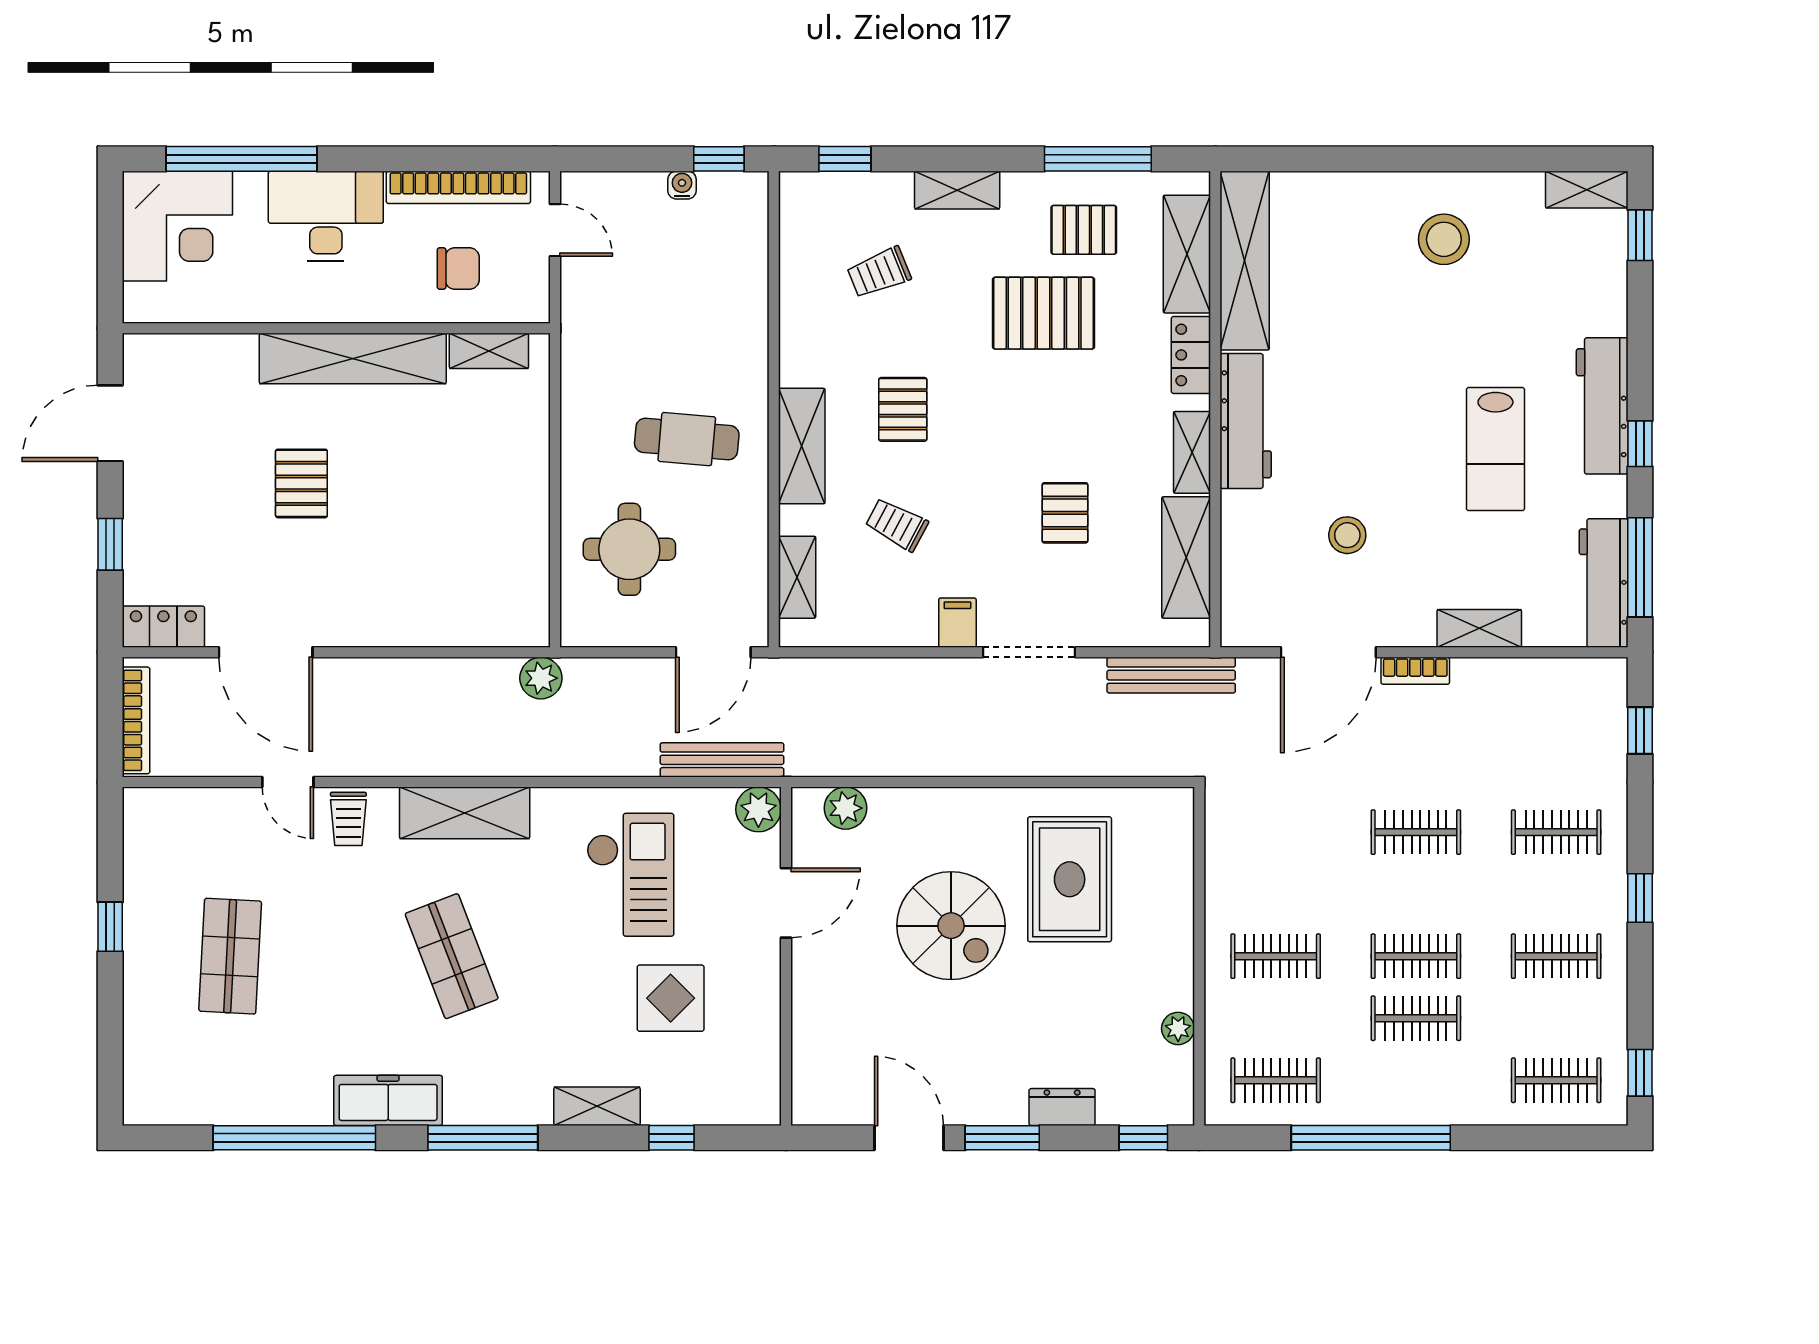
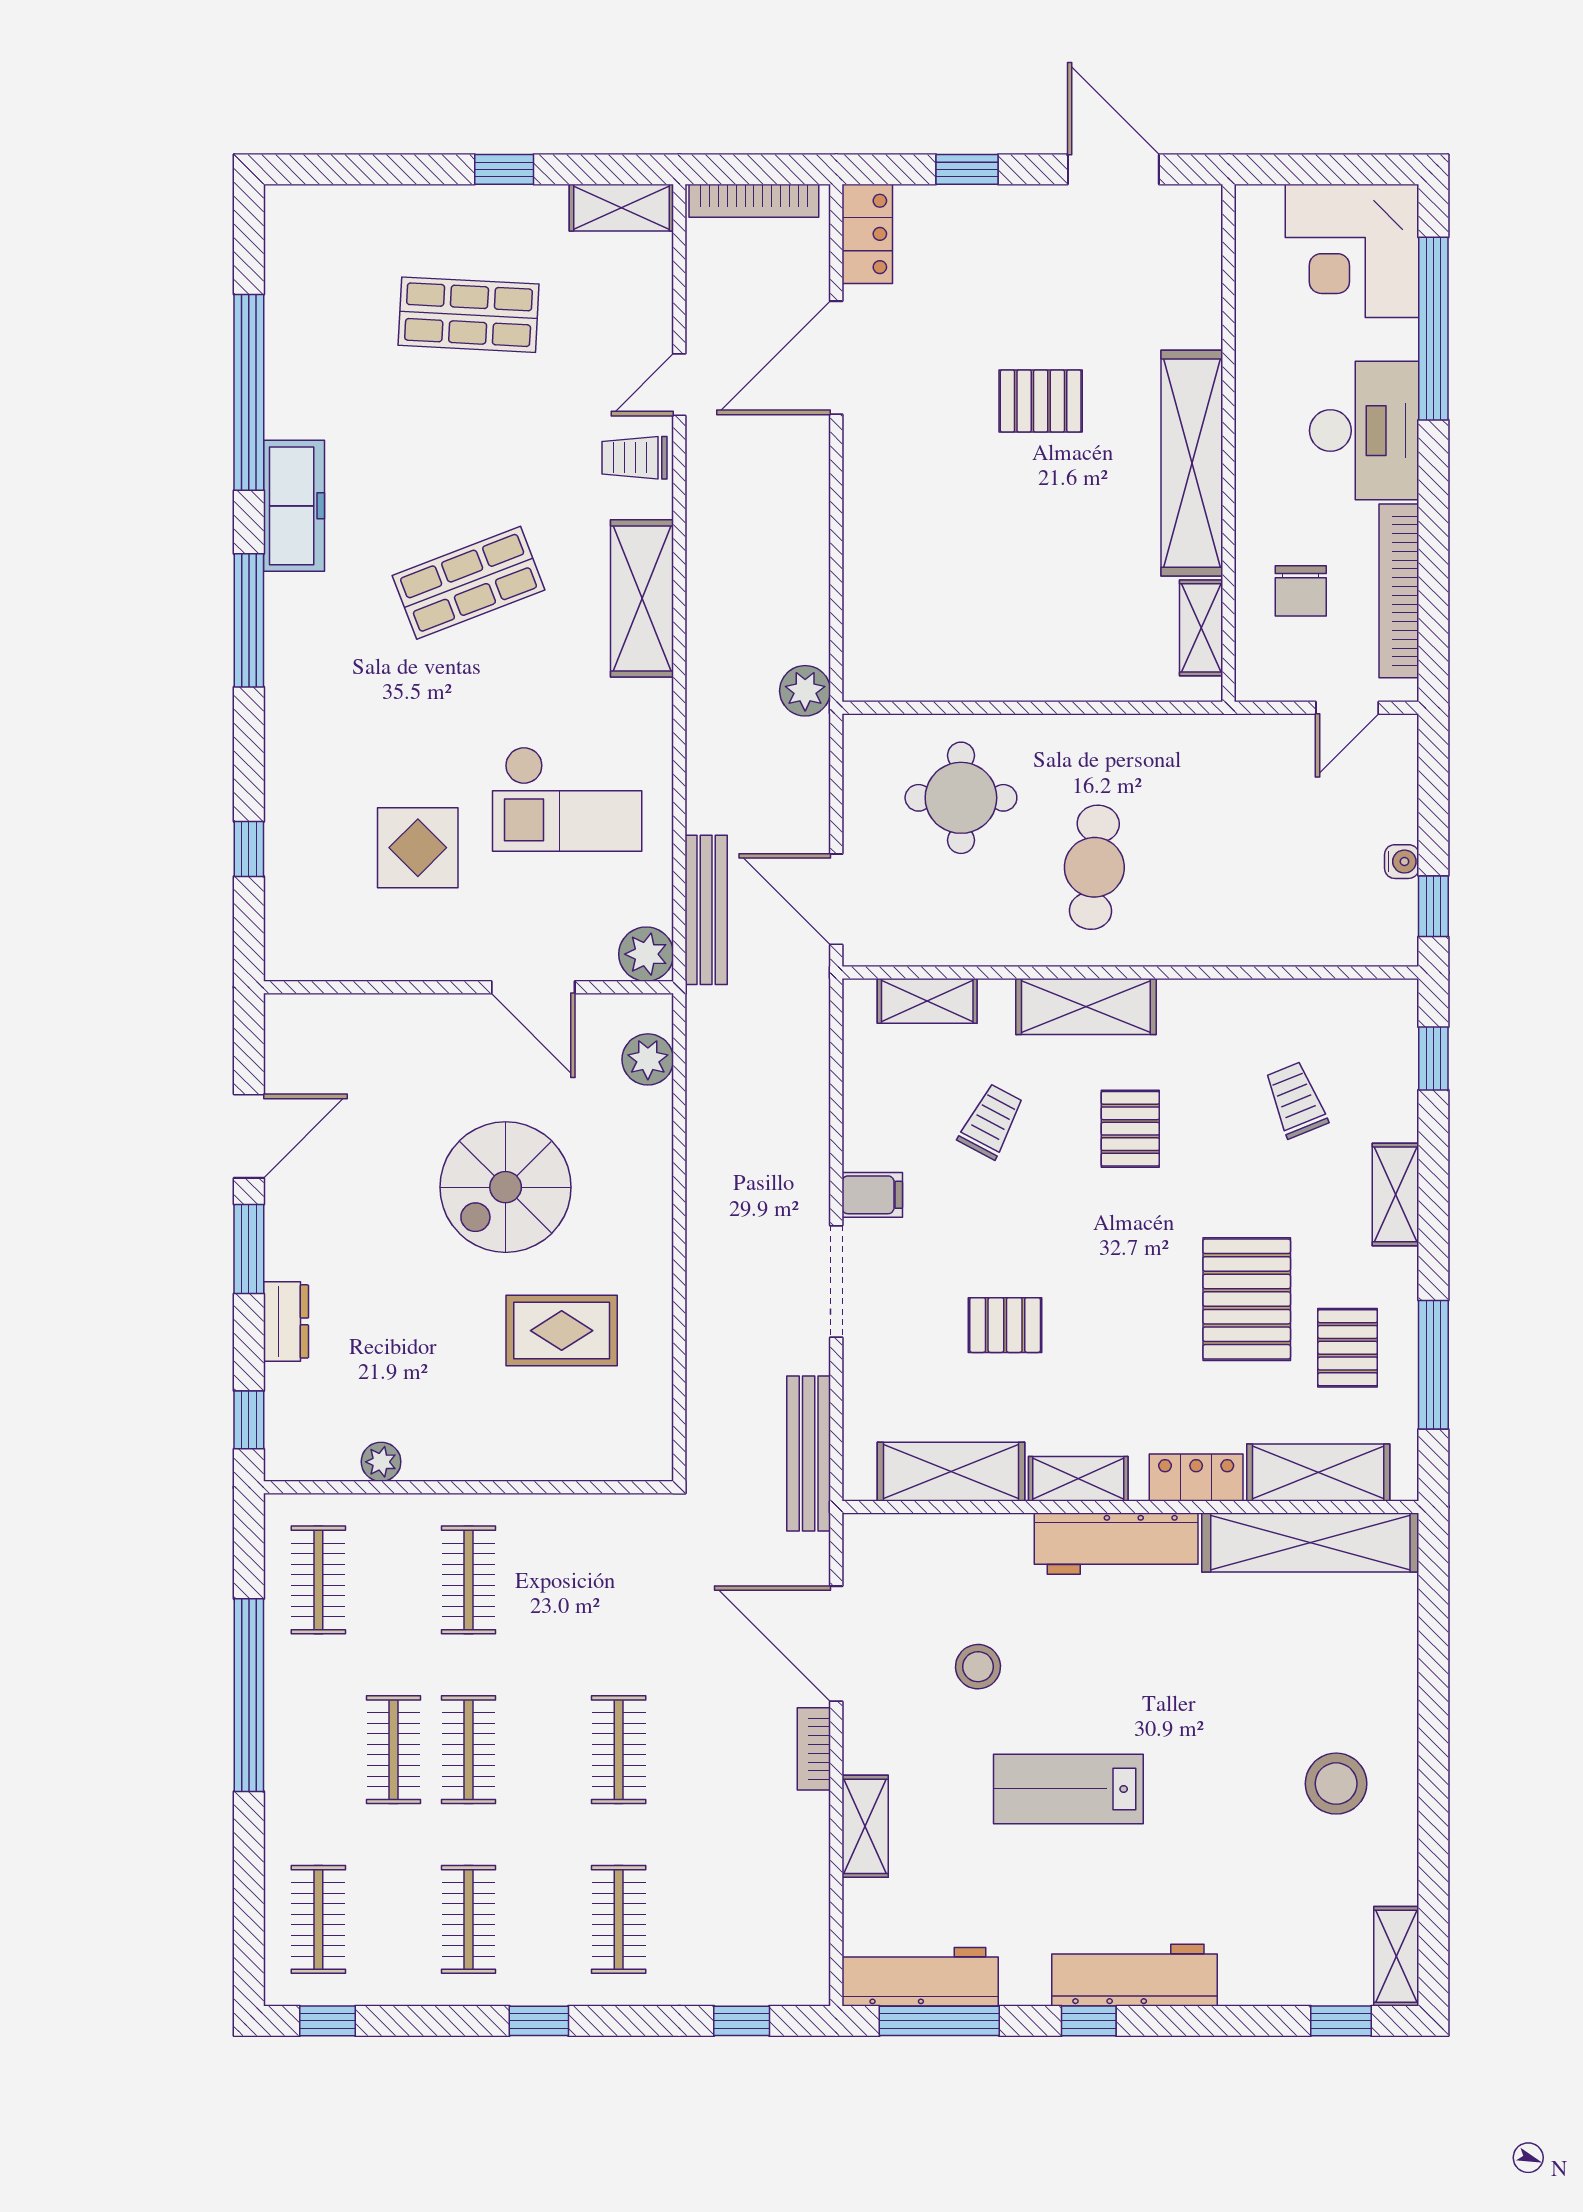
pallet: (903, 409) -> (1130, 1129), turned 90
lab bench: (1495, 449) -> (1068, 1789), moved
rug: (1070, 879) -> (562, 1331), width x0.73, depth x0.70
shelving: (597, 1106) -> (621, 208), moved, turned 90

